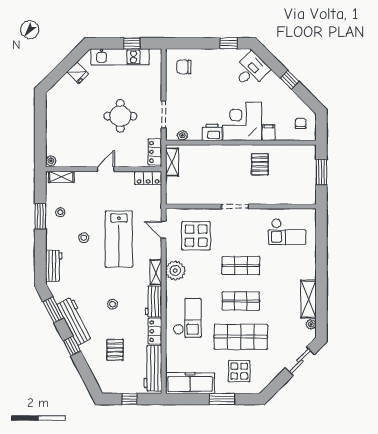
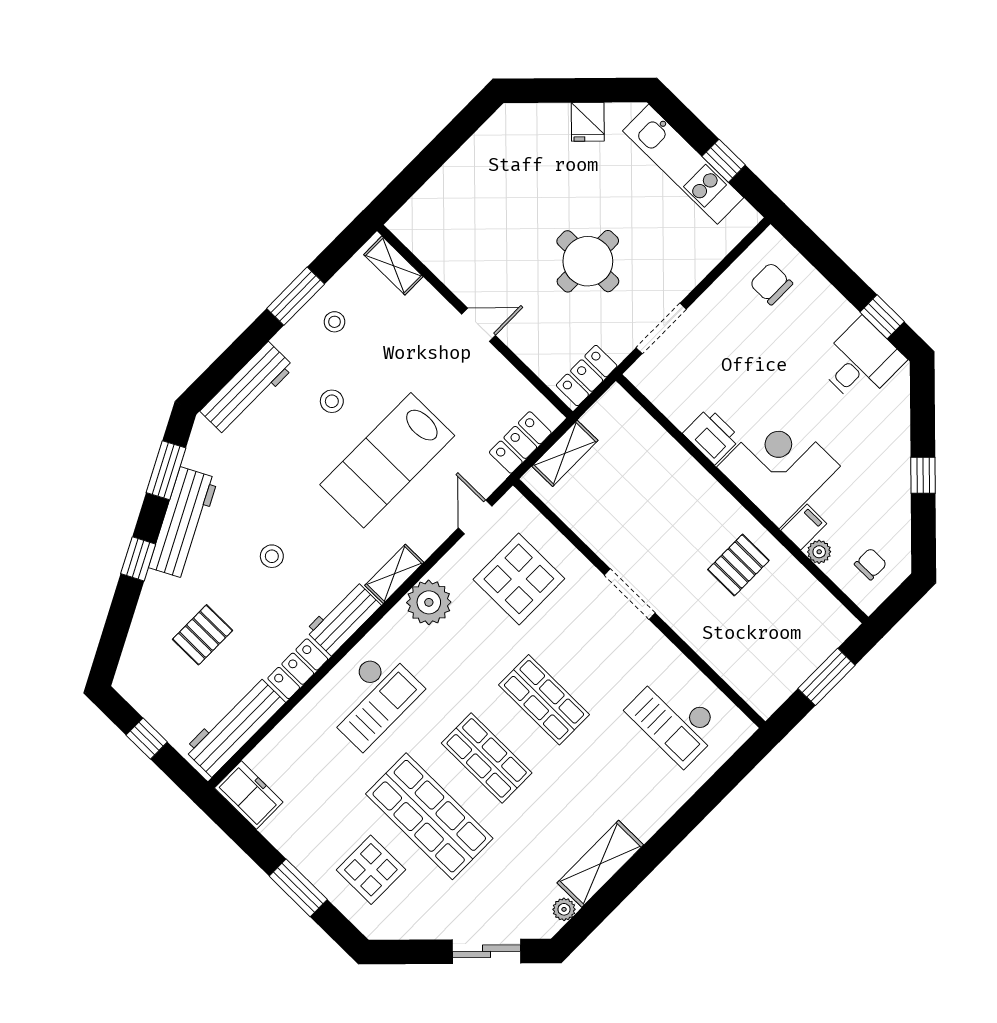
desk: (251, 70) -> (861, 362), moved, turned -45
plant: (182, 135) -> (819, 552), moved
plant: (51, 161) -> (402, 223), removed
shelving: (172, 162) -> (565, 453), moved
locker: (148, 178) -> (520, 442), moved, turned 90
workbench: (54, 266) -> (247, 389), width x1.38
freezer: (190, 383) -> (249, 795), width x0.52, depth x0.79

